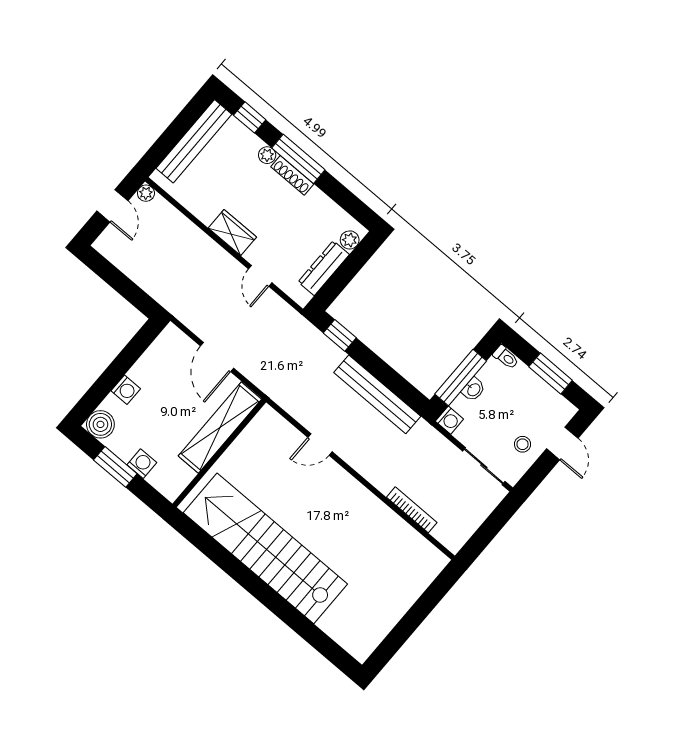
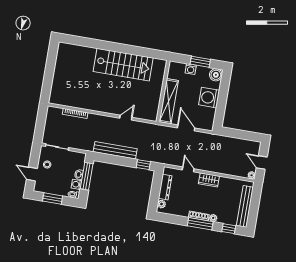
washing machine: (126, 390) -> (209, 98), width x1.89, depth x1.89
washing machine: (449, 420) -> (76, 184), moved
stairs: (265, 548) -> (123, 65), width x0.73

